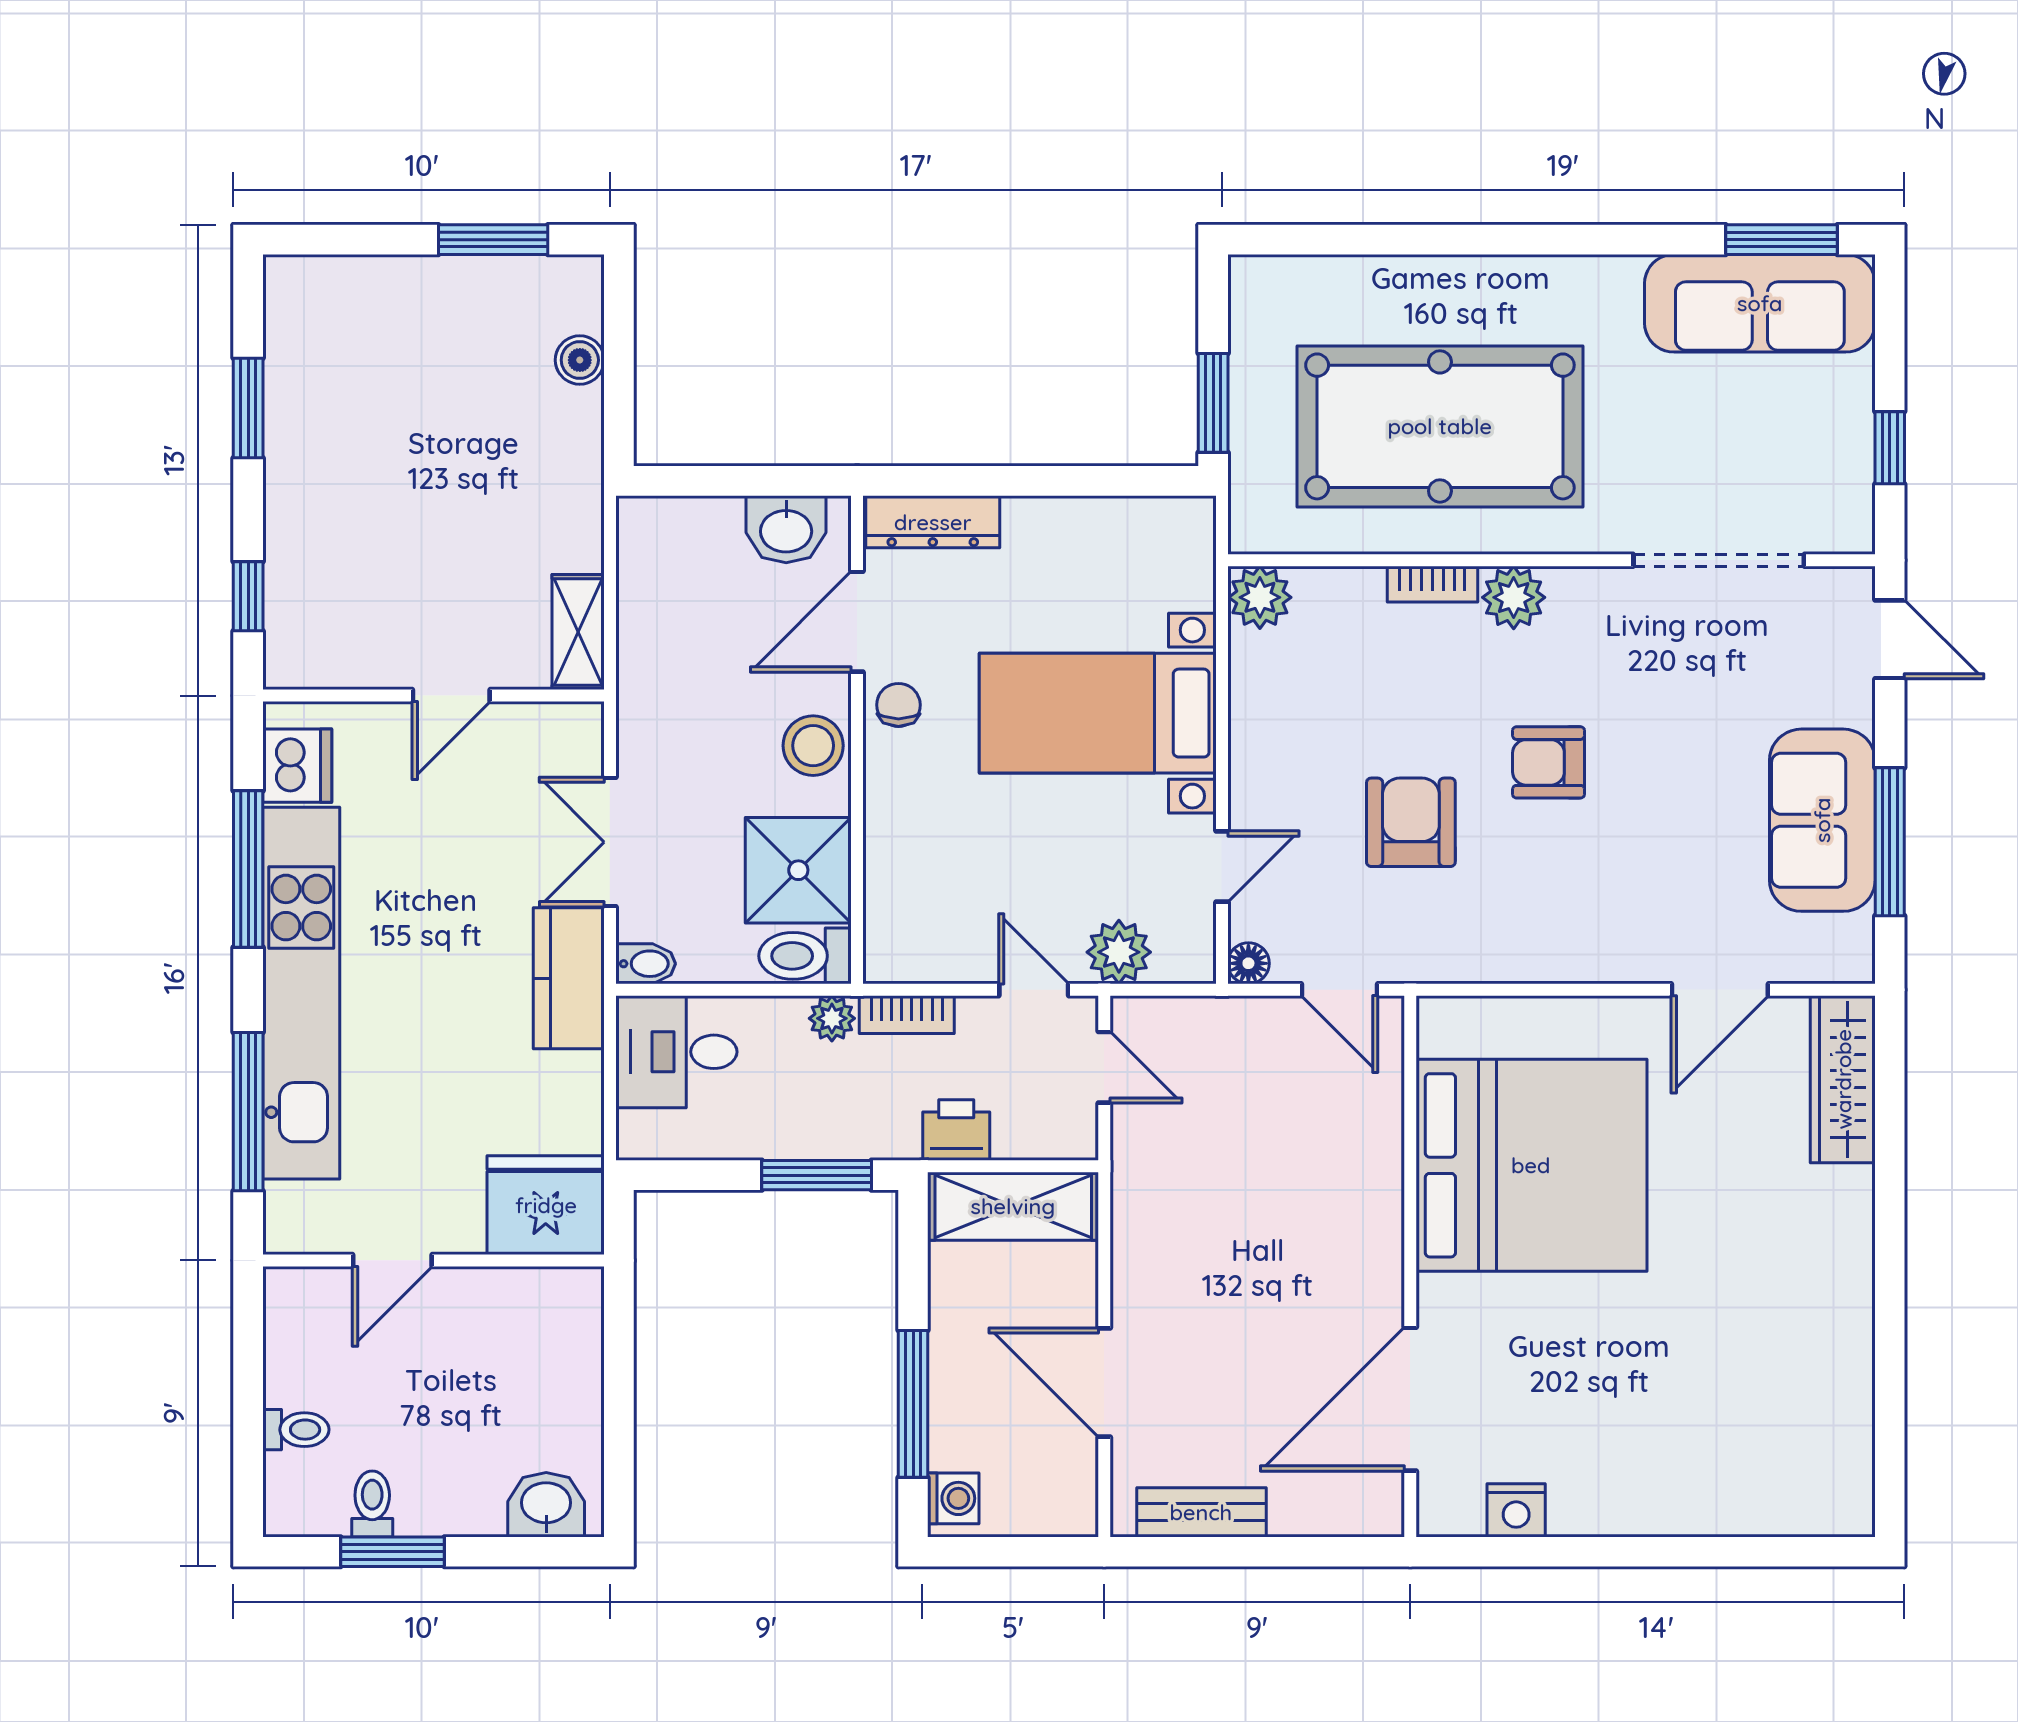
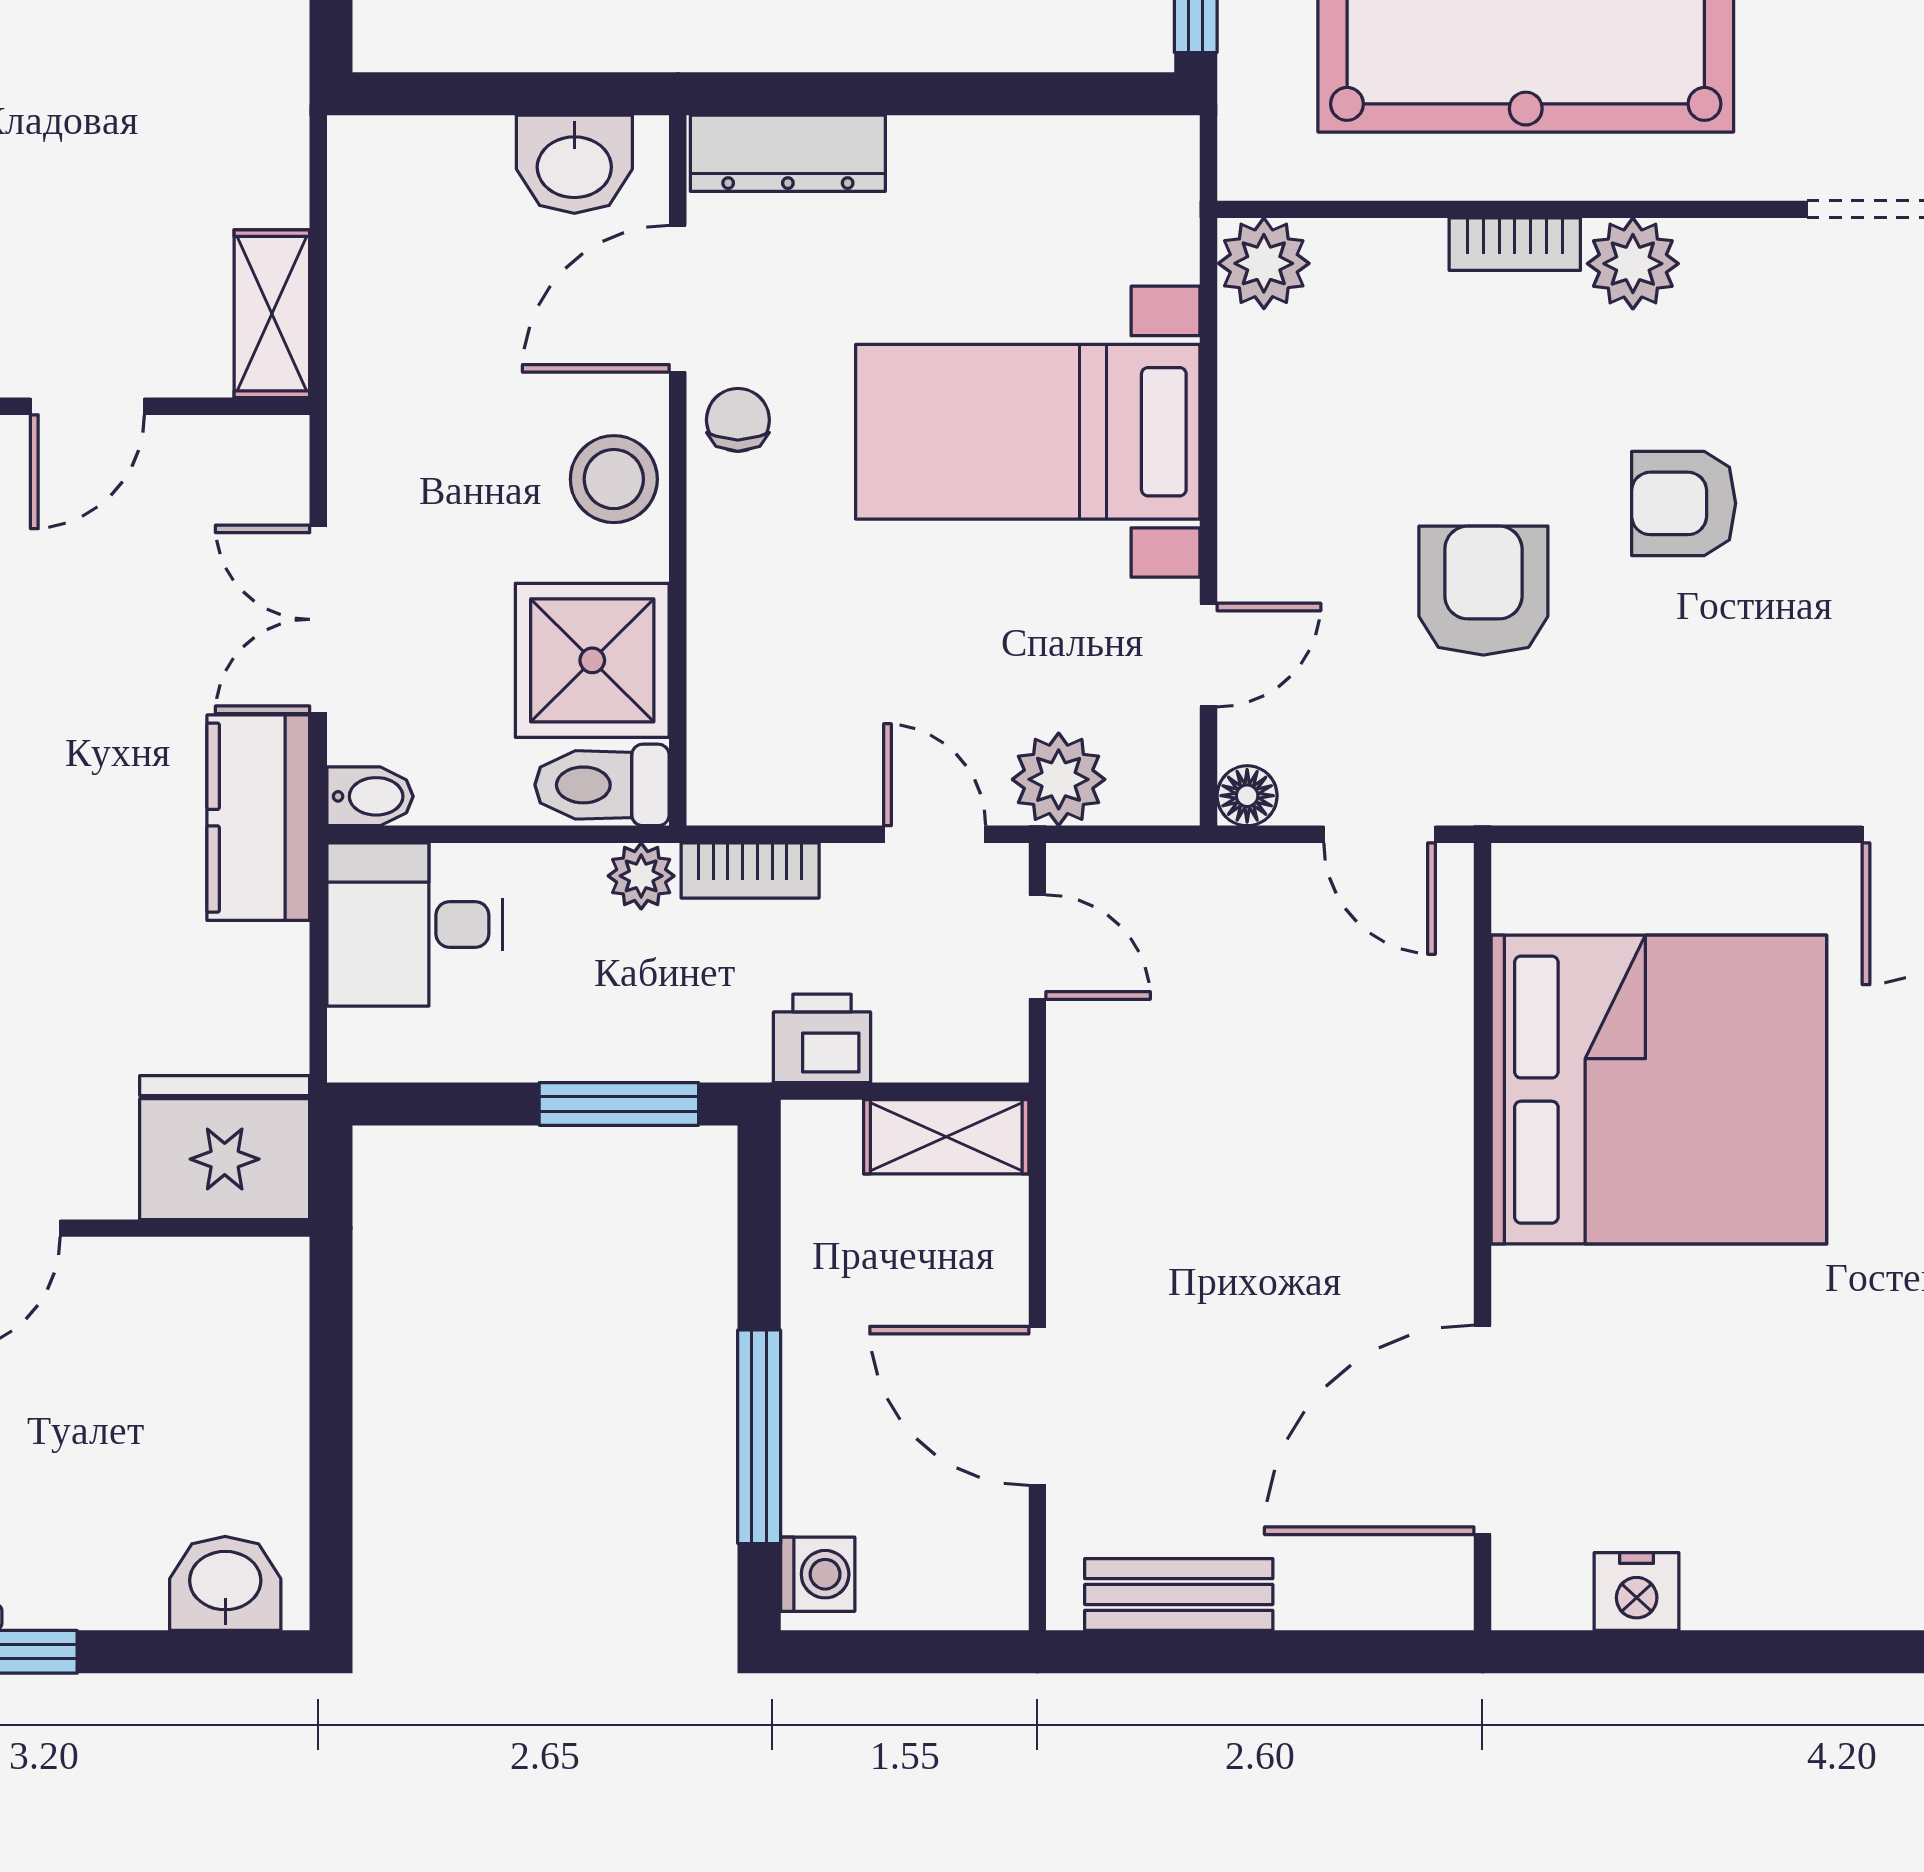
shelving: (1013, 1206) -> (946, 1137), width x0.67, depth x0.75

